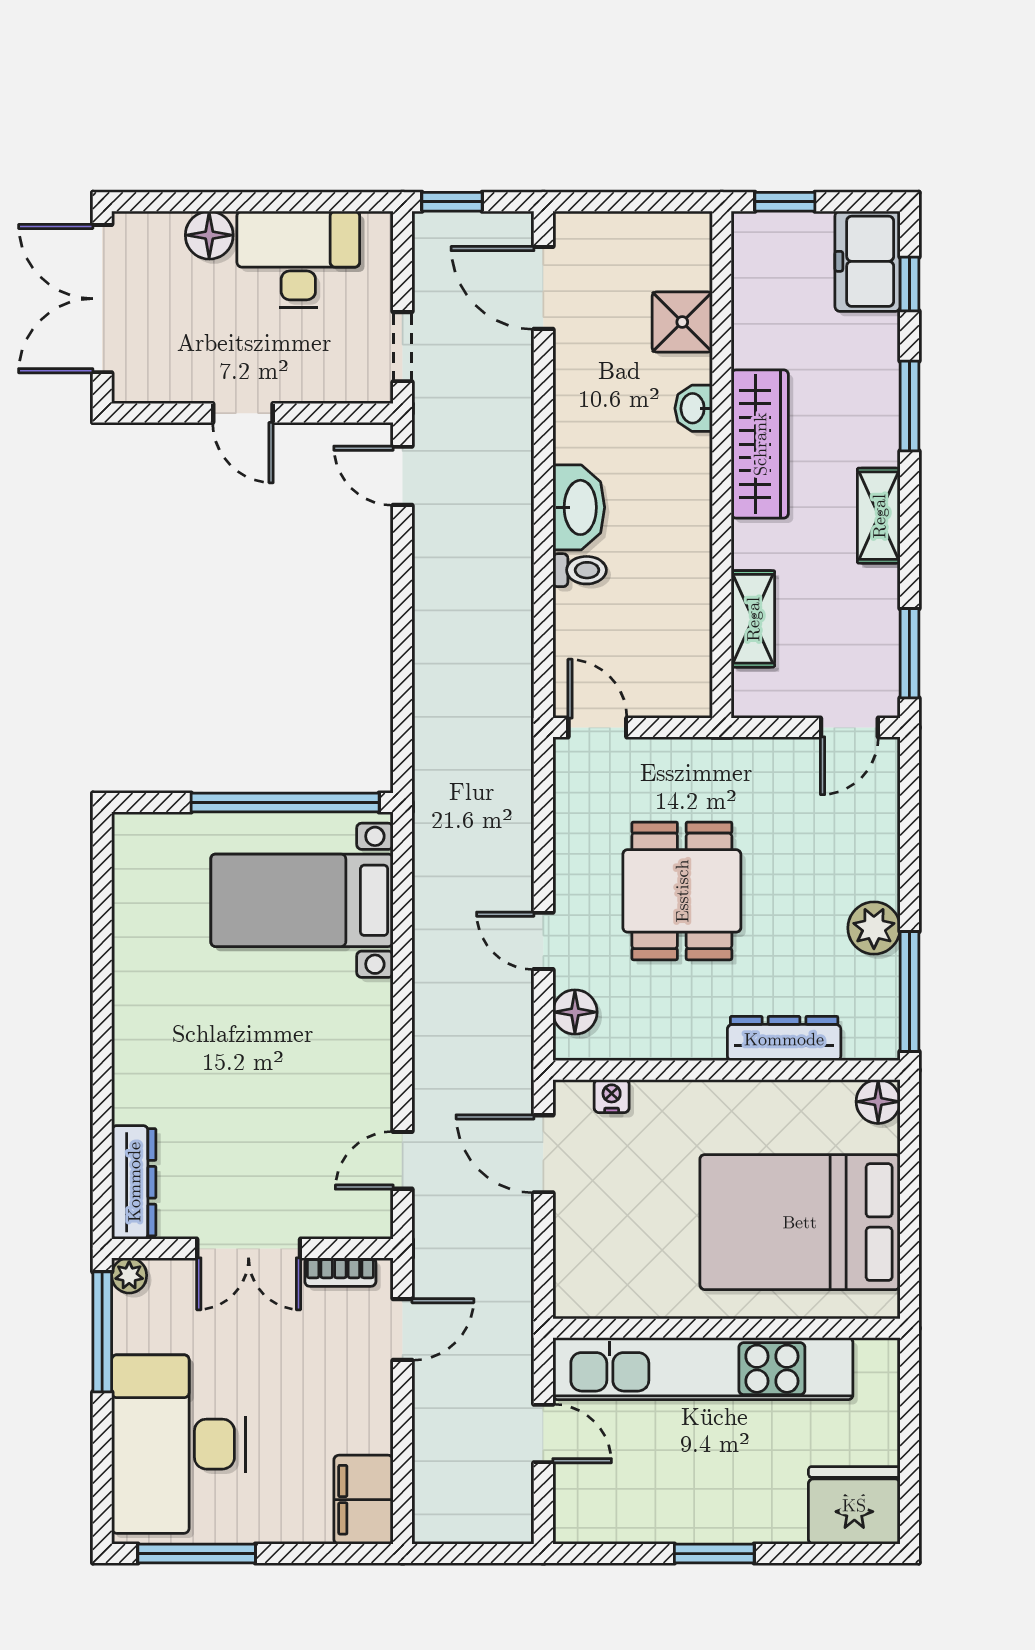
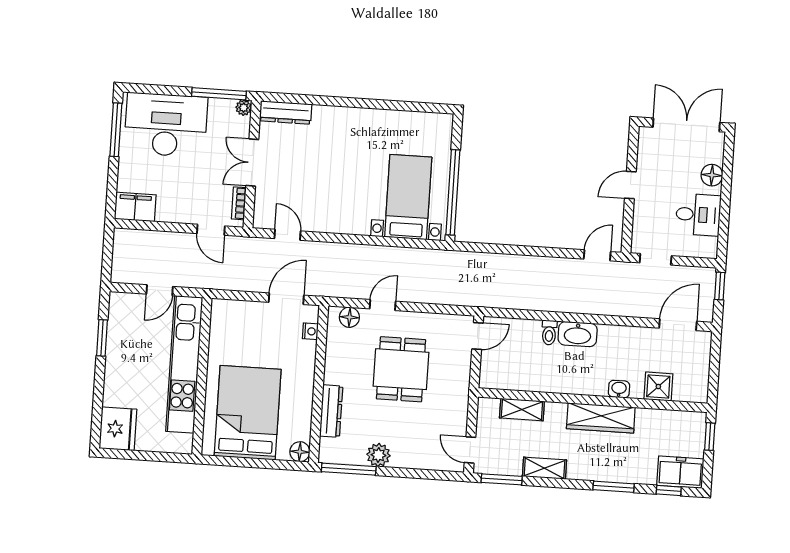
desk: (298, 259) -> (698, 215), width x0.73
shelving: (879, 516) -> (544, 468), moved
dining table: (682, 891) -> (401, 369), turned 90
window: (714, 1554) -> (102, 338), moved

